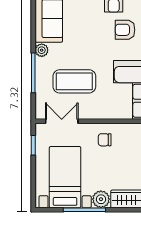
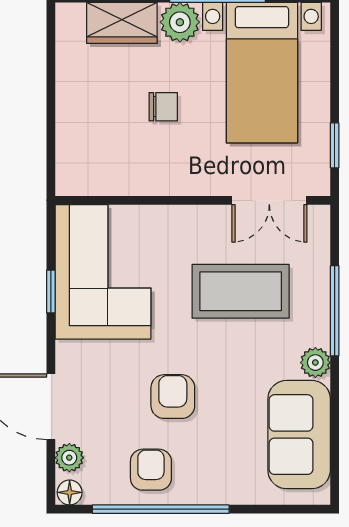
armchair: (125, 30) -> (173, 397), moved, turned -90
chair: (105, 140) -> (163, 107), moved

